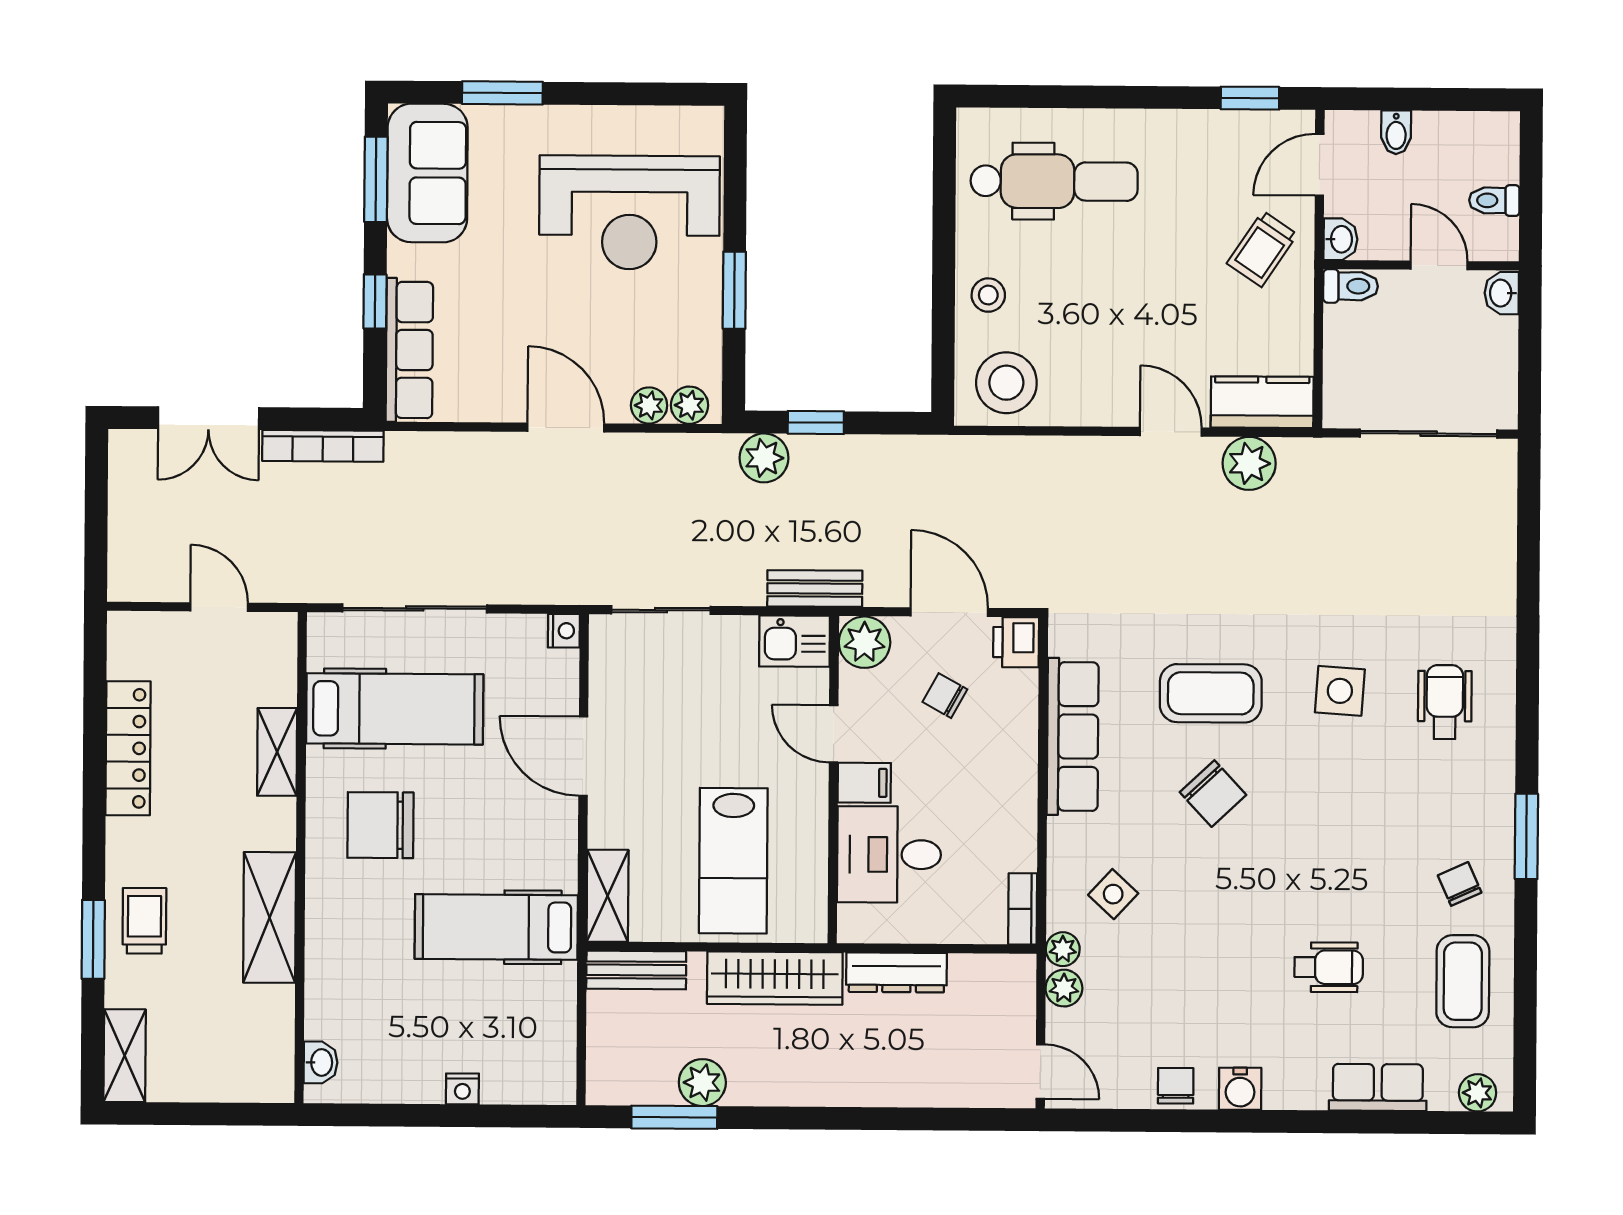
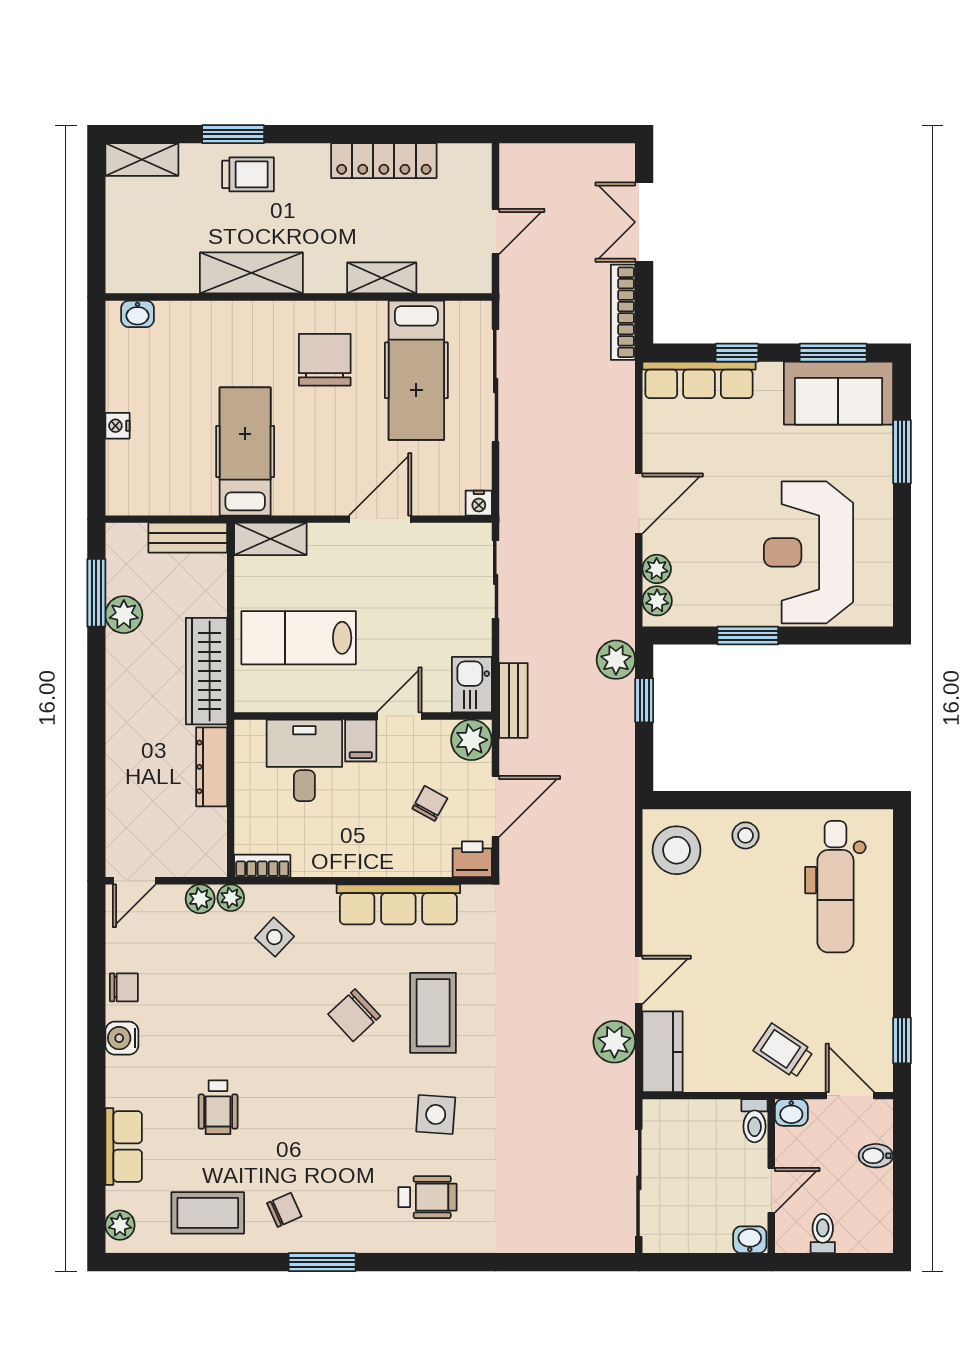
bench: (636, 970) -> (188, 538), moved, turned 90

